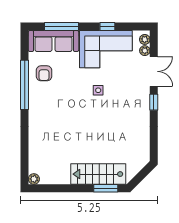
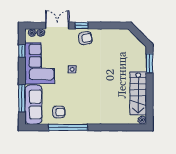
window: (107, 26) -> (22, 51), moved
armchair: (138, 107) -> (85, 38), added
stairs: (98, 174) -> (138, 93), moved

